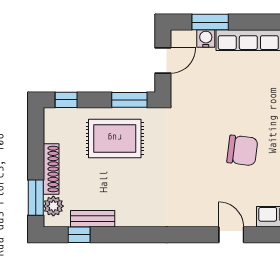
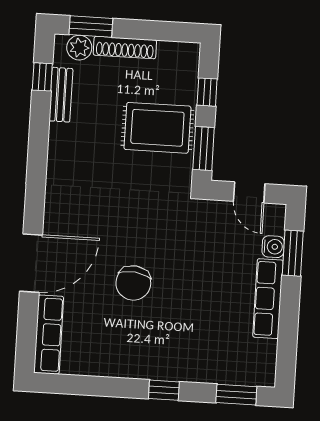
window: (66, 100) -> (207, 92), moved
rug: (115, 138) -> (157, 128), turned 90
door: (231, 235) -> (31, 263), width x1.88

